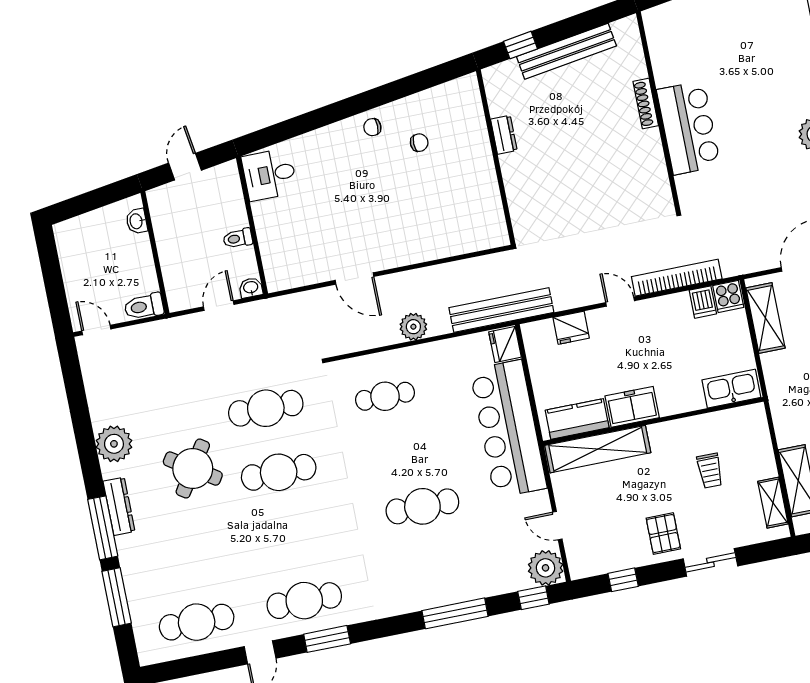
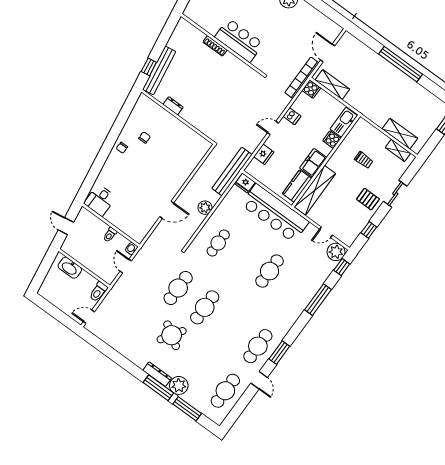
bench: (566, 51) -> (159, 70), moved
washbasin: (137, 221) -> (70, 268), width x1.91, depth x1.45
bookcase: (677, 278) -> (302, 78), moved
dishwasher: (703, 302) -> (292, 116), moved
cooker: (690, 398) -> (332, 140), added
plant: (114, 444) -> (179, 385), moved

